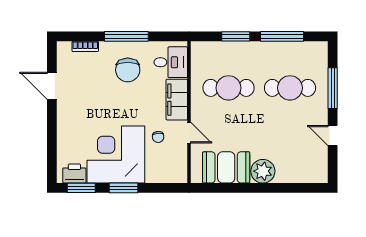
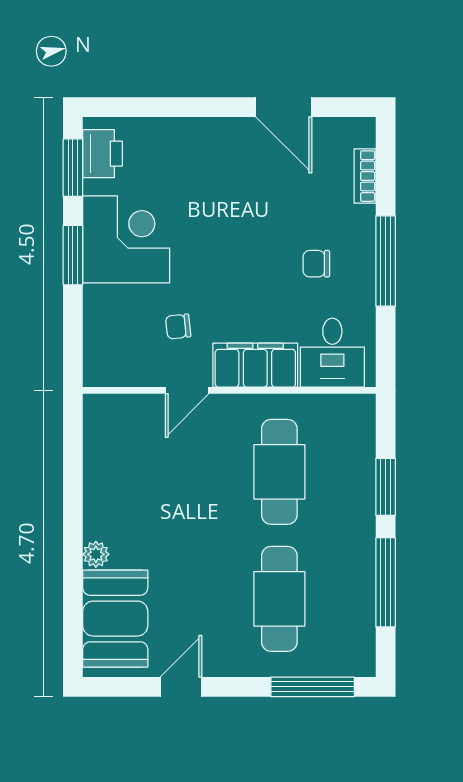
chair: (128, 70) -> (316, 264), width x0.54, depth x0.54
door: (52, 86) -> (284, 107), swing flipped
window: (333, 88) -> (313, 687), moved
corner desk: (116, 155) -> (126, 239), width x0.74, depth x0.74
booth: (226, 167) -> (115, 619), moved
plant: (263, 171) -> (96, 554), width x0.53, depth x0.53

